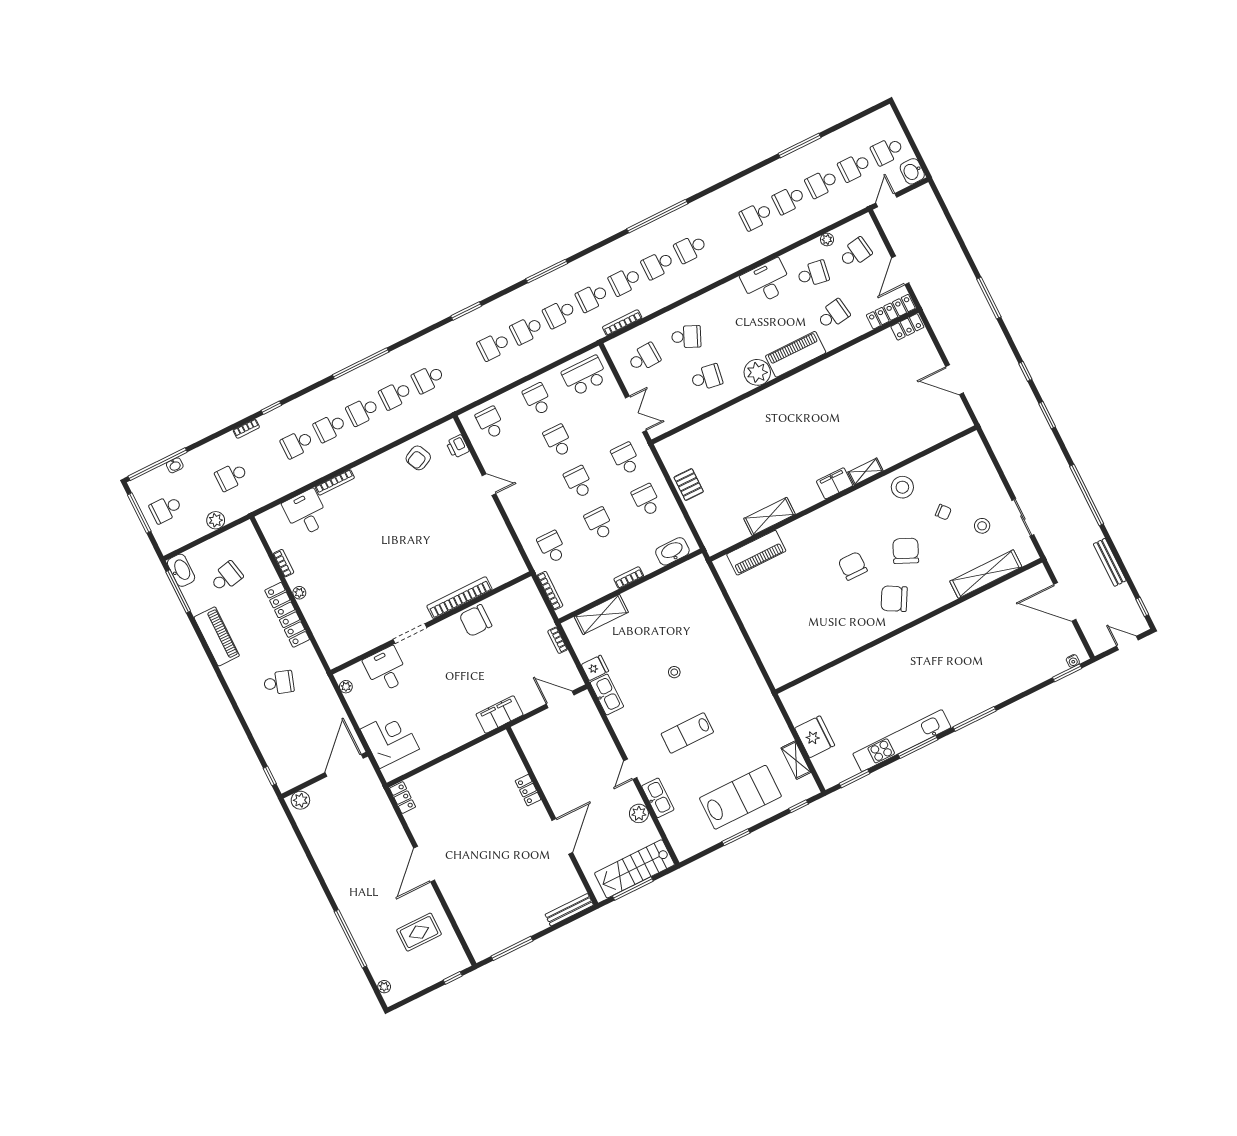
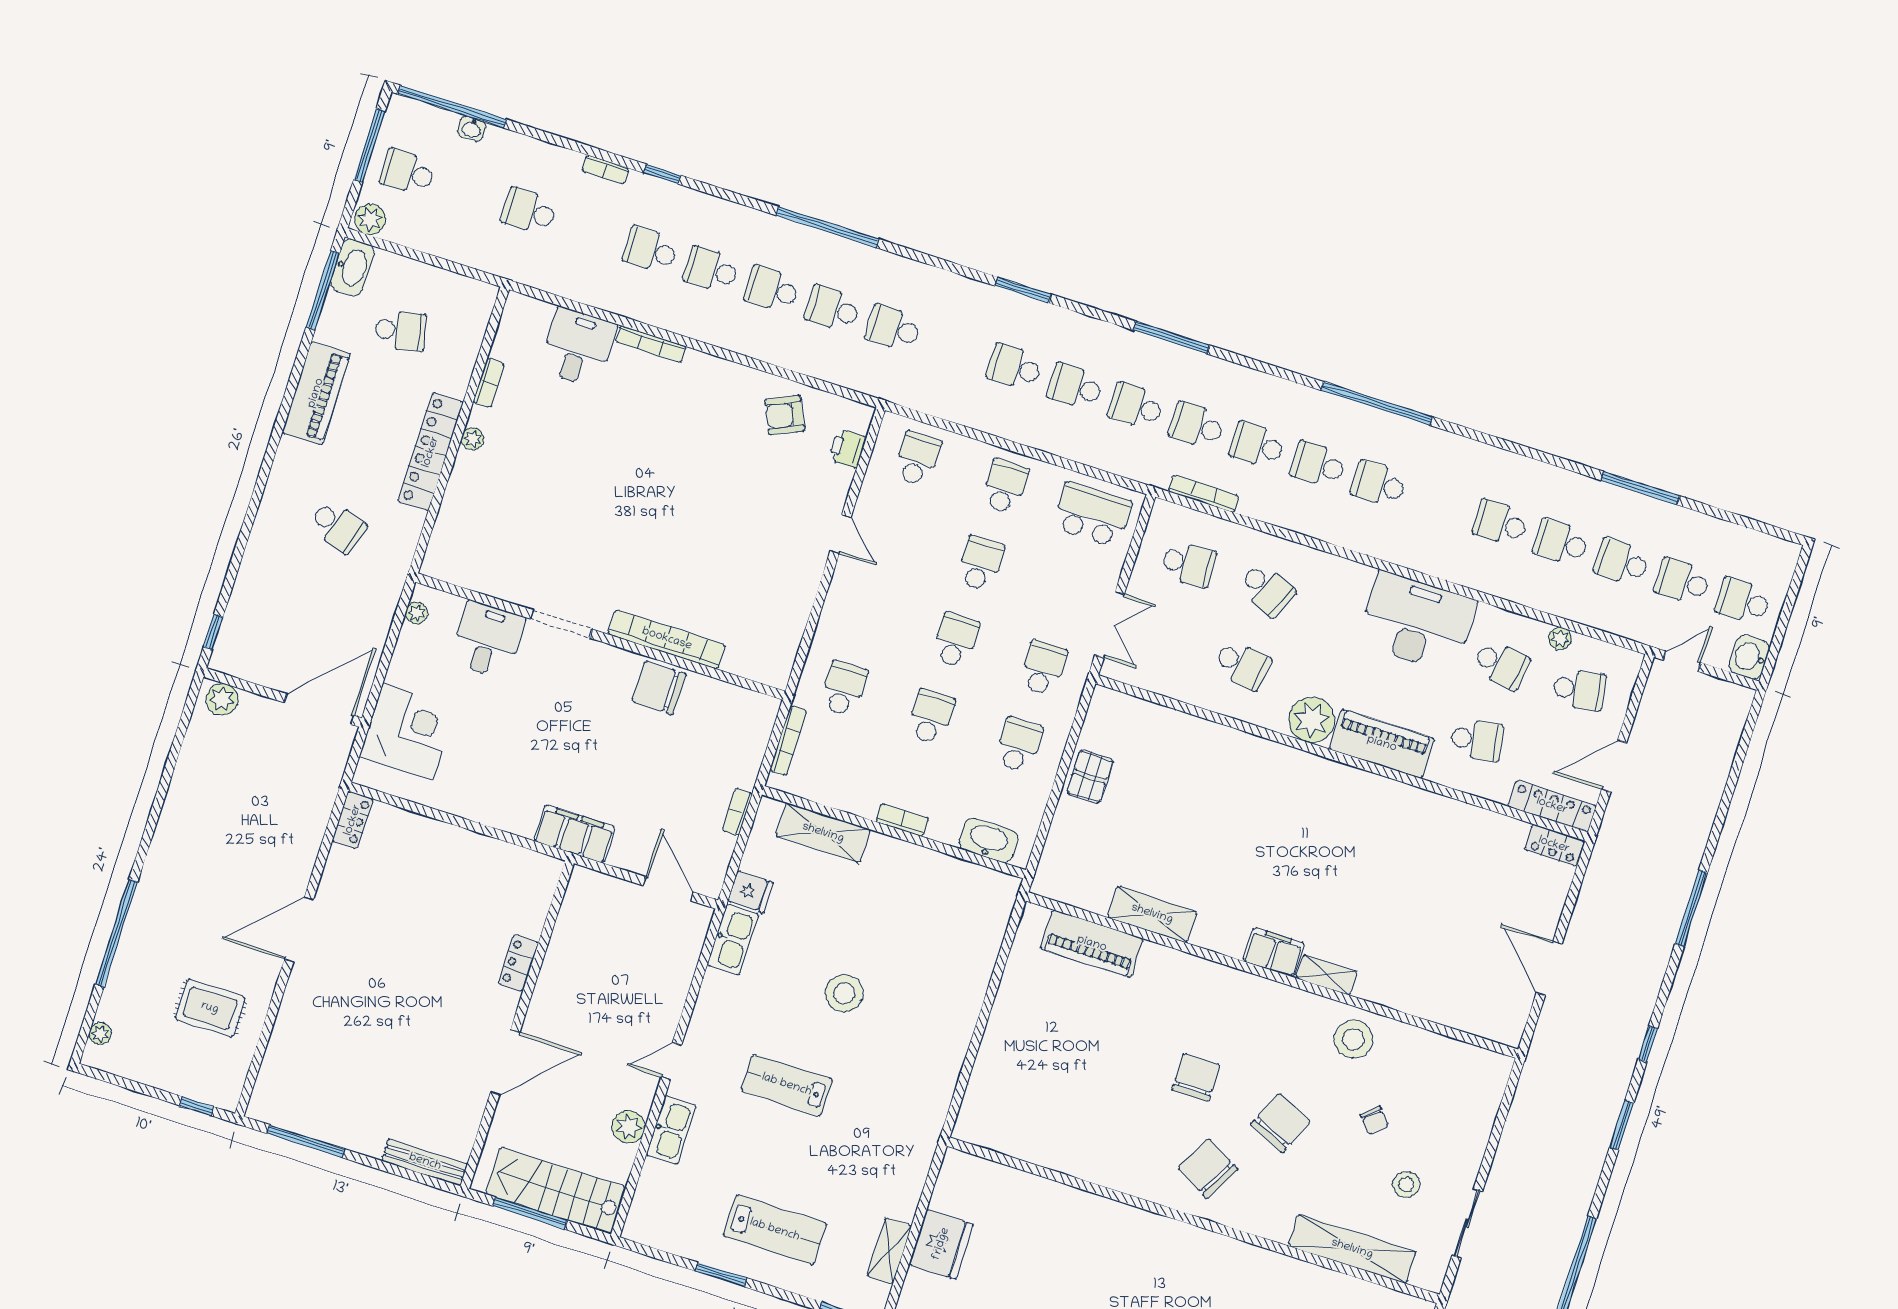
desk: (766, 282) -> (1417, 622), width x1.36, depth x1.30
plant: (216, 520) -> (370, 219), moved
stool: (674, 672) -> (844, 993), width x1.89, depth x1.89
lab bench: (740, 797) -> (775, 1230), width x0.73, depth x0.72

